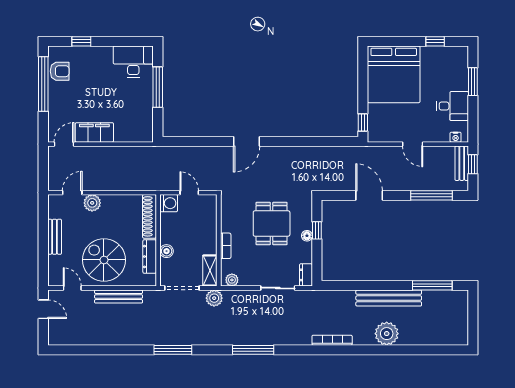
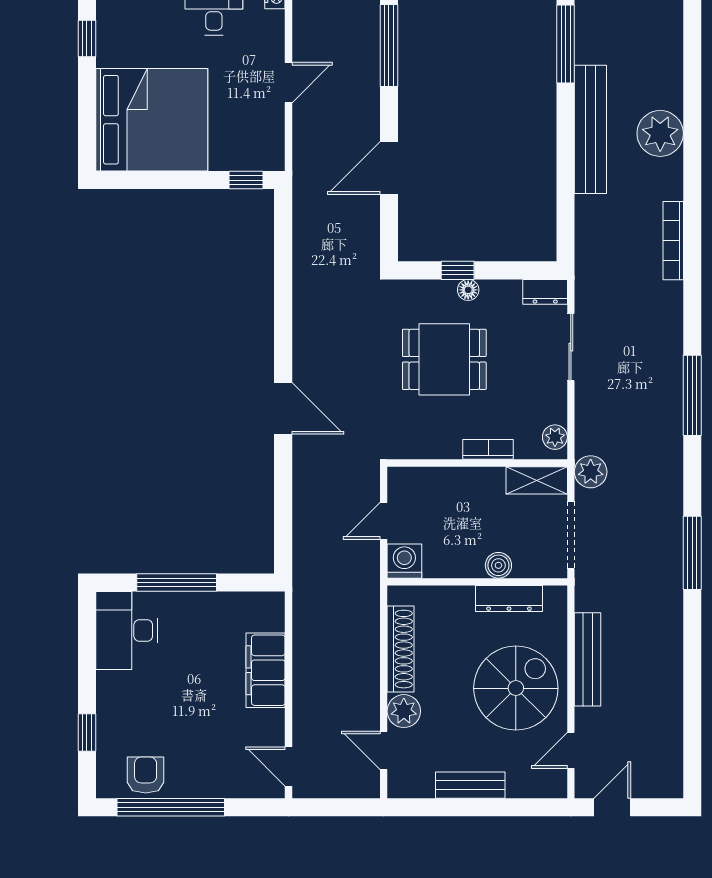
filing cabinet: (94, 132) -> (266, 670), moved
shoe rack: (149, 216) -> (400, 649), moved, turned -90
spiral stairs: (104, 260) -> (516, 688), turned 180

